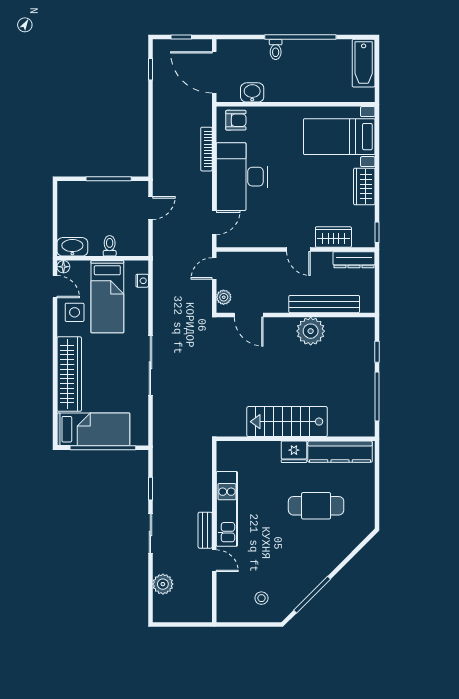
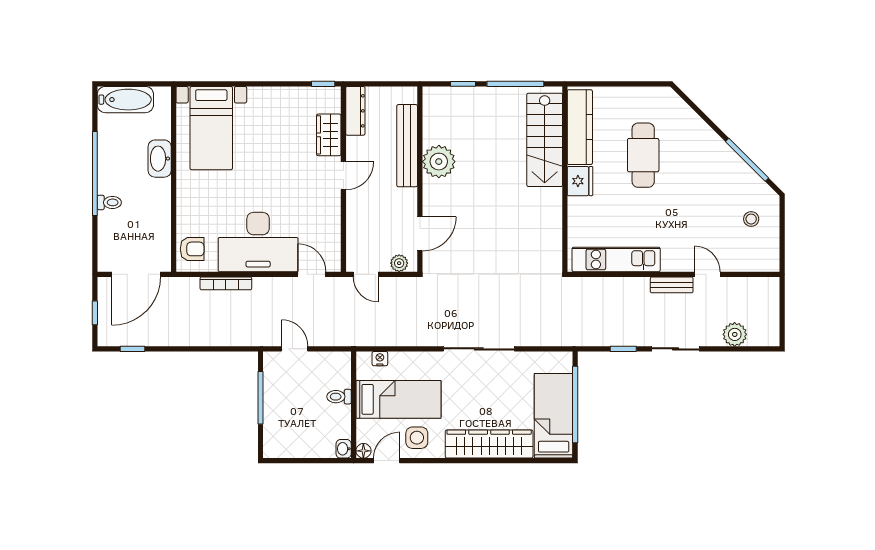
washbasin: (252, 92) -> (160, 159), moved, width x1.38
armchair: (236, 120) -> (192, 249), turned 90
wardrobe: (364, 186) -> (270, 99), removed
washbasin: (72, 247) -> (344, 449), width x0.52, depth x0.69
stairs: (287, 422) -> (545, 140), moved
kitchen unit: (227, 509) -> (616, 259), moved
door: (214, 561) -> (707, 274), hinge flipped

